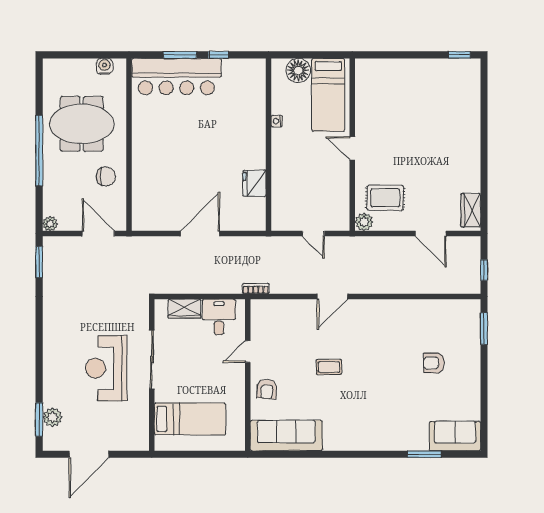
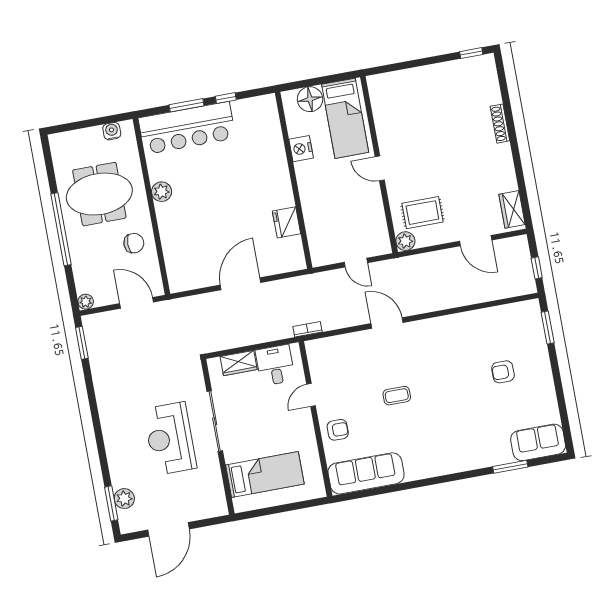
nightstand: (277, 121) -> (301, 149), width x1.89, depth x1.79
shoe rack: (474, 127) -> (500, 124), added
plant: (141, 132) -> (162, 192), added
door: (332, 296) -> (387, 323), swing flipped
armchair: (267, 389) -> (338, 430), turned -94

